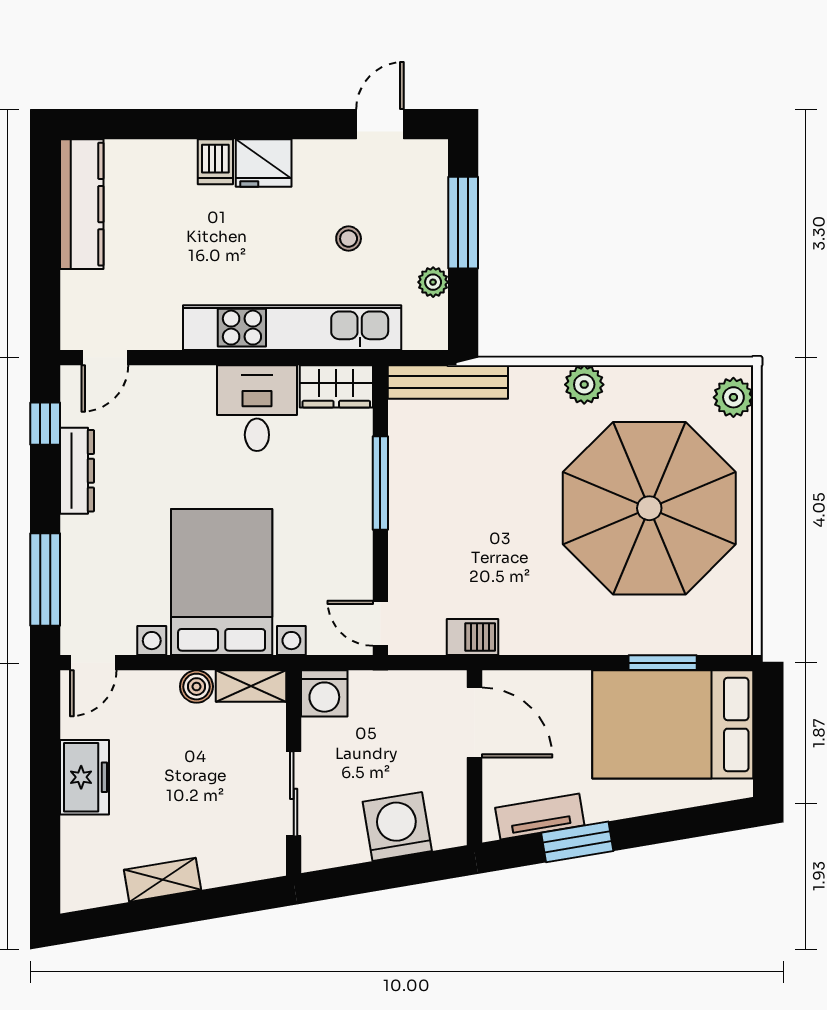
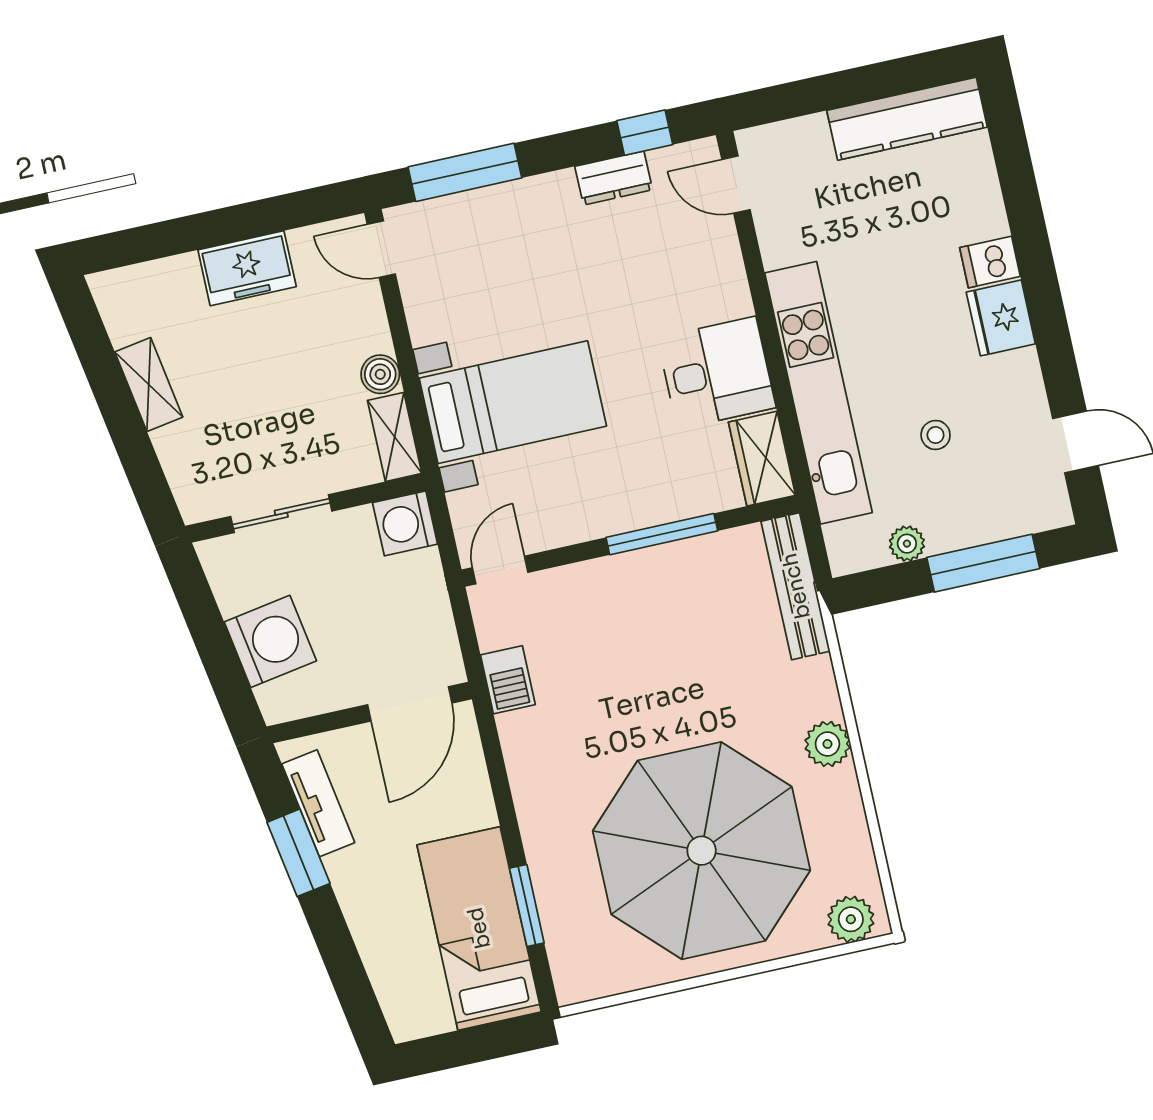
dresser: (77, 471) -> (614, 178), width x0.70
bed with nightstands: (222, 582) -> (513, 402), width x0.73
bed: (673, 724) -> (479, 928), width x0.67

